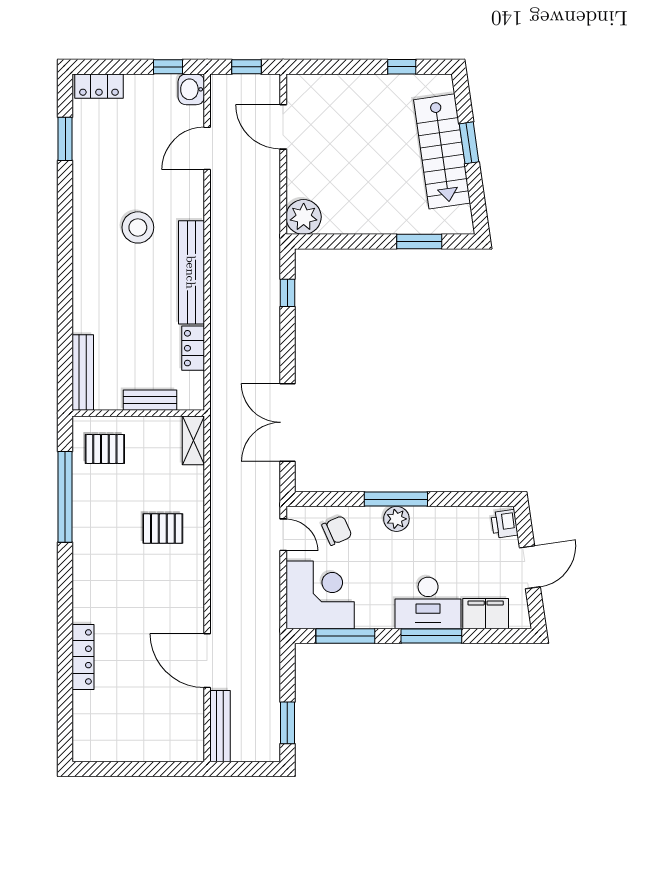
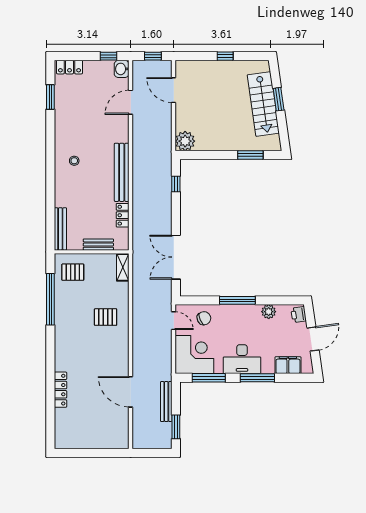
window: (402, 67) -> (225, 56), moved
stool: (138, 227) -> (74, 161), moved, width x0.53, depth x0.53
plant: (396, 519) -> (269, 312), moved
desk: (428, 603) -> (242, 359), moved
bench: (220, 726) -> (166, 402), moved

